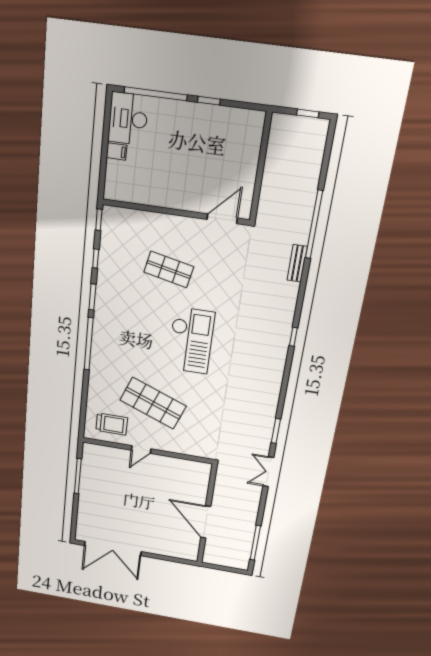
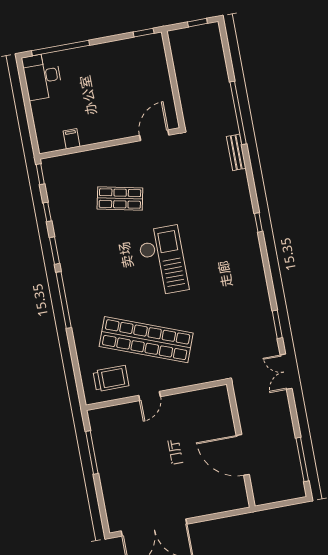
window: (209, 101) -> (144, 33), moved
filing cabinet: (117, 151) -> (72, 139), moved, turned -90
shop shelf: (153, 403) -> (146, 340), width x1.40

